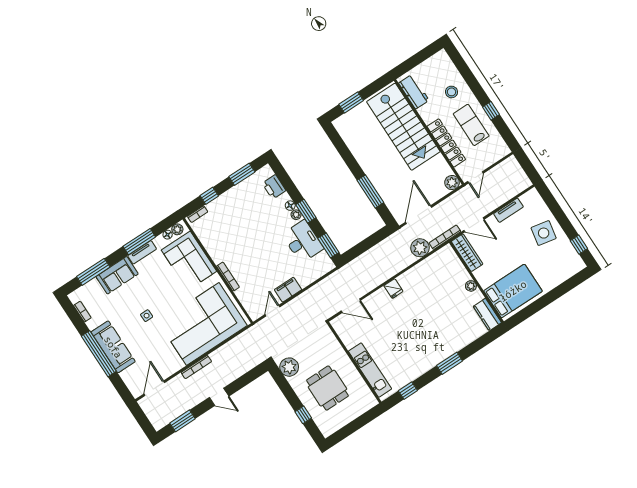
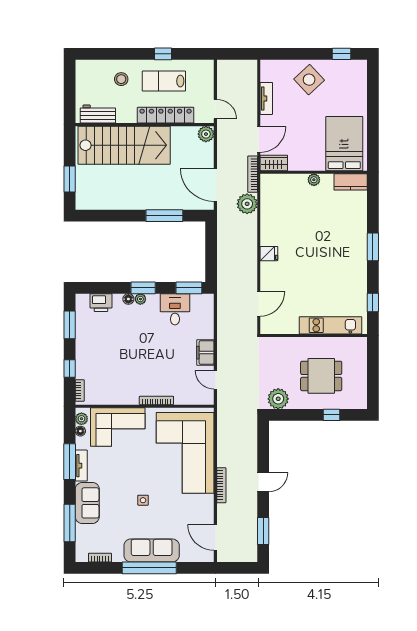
side table: (544, 233) -> (309, 80), turned 36
desk: (303, 242) -> (175, 309), width x0.73
wardrobe: (467, 253) -> (274, 163), width x0.67

